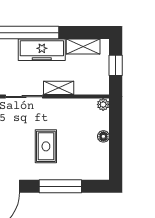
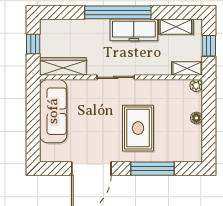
shelving: (59, 88) -> (187, 69), moved
rug: (46, 146) -> (138, 128), width x1.36, depth x1.43

